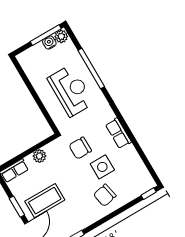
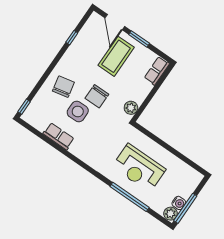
row of seats: (118, 133) -> (59, 136), moved
chair: (80, 148) -> (97, 96), moved, turned 180
plant: (39, 156) -> (131, 108), moved

